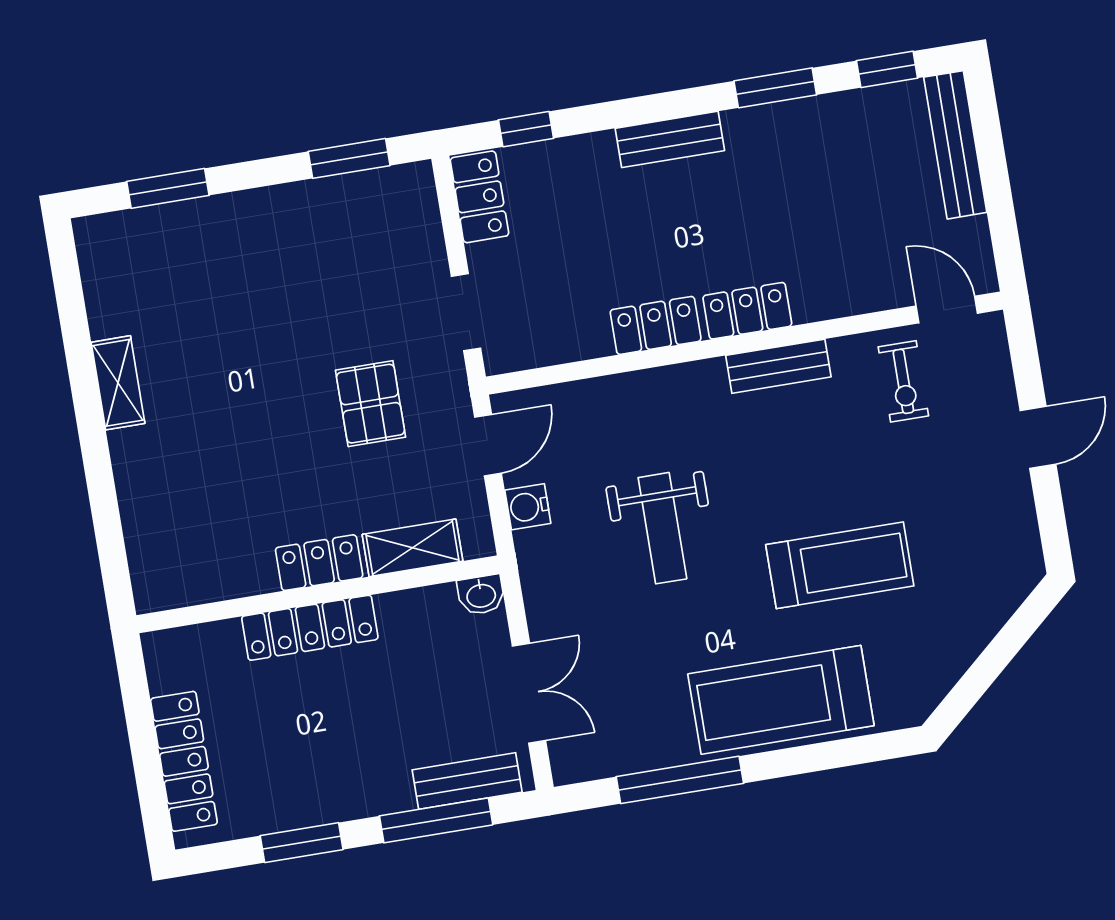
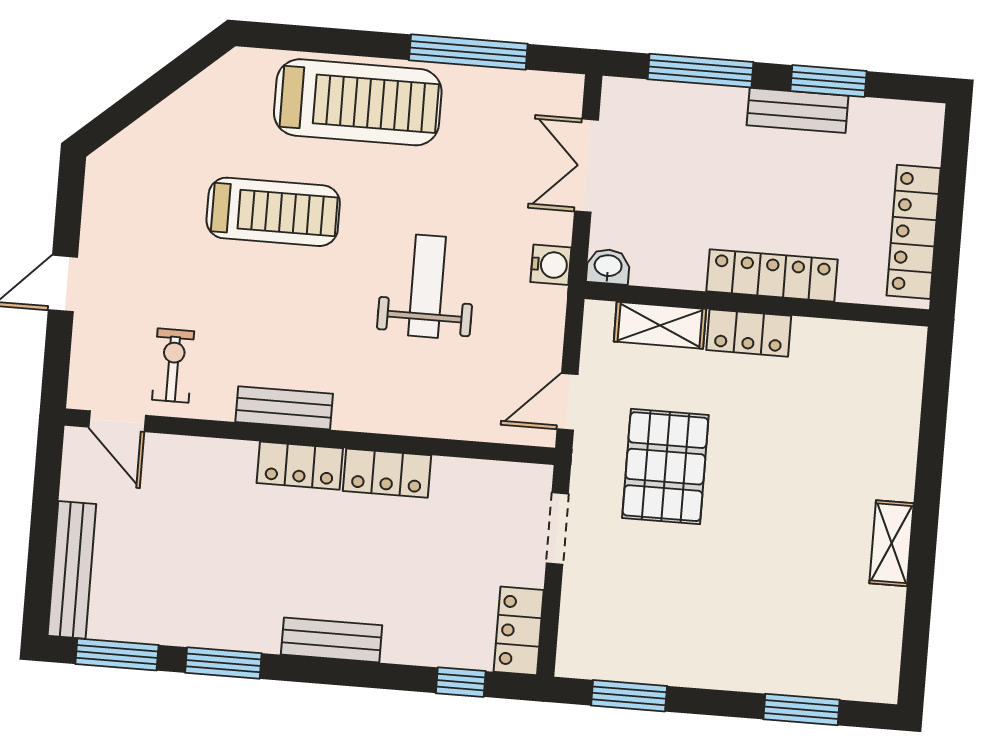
window: (887, 69) -> (117, 654), width x1.50
pallet: (371, 404) -> (665, 467), width x1.50, depth x1.42
water cooler: (528, 507) -> (551, 265), moved
treadmill: (840, 565) -> (273, 212), turned 180
locker: (184, 761) -> (914, 232), moved
bench: (467, 781) -> (798, 110), moved

